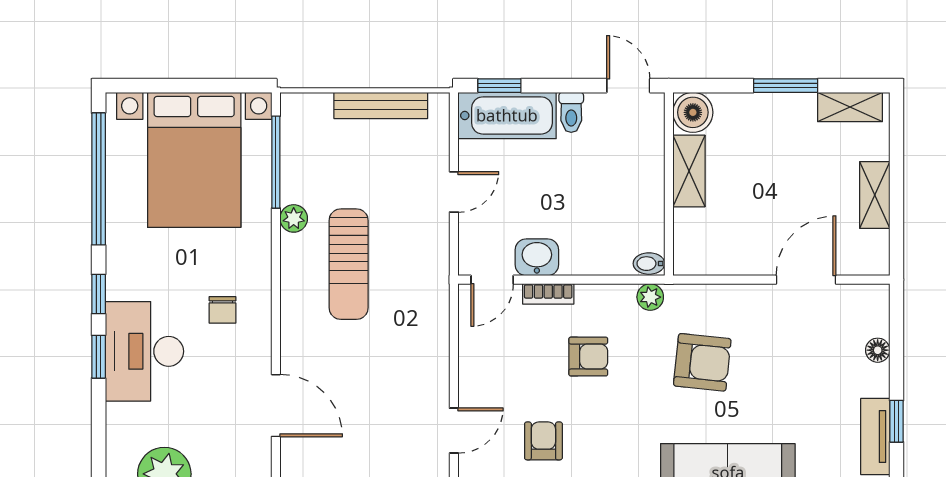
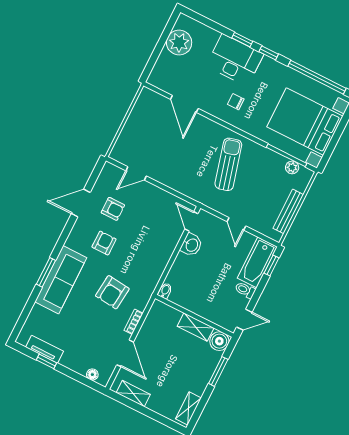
window: (786, 86) -> (218, 371), moved
shelving: (875, 195) -> (133, 394), moved
plant: (294, 218) -> (292, 167), moved
sun lounger: (349, 264) -> (228, 164), turned 75
bookcase: (548, 294) -> (133, 322), moved
plant: (650, 297) -> (151, 284), removed
floor lamp: (878, 350) -> (92, 375), moved
armchair: (588, 357) -> (104, 243), moved, turned 180
door: (276, 406) -> (184, 104), hinge flipped
door: (454, 431) -> (136, 173), hinge flipped

